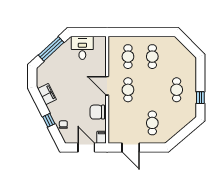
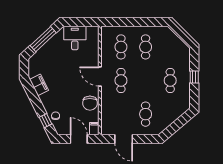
window: (200, 98) -> (194, 77), moved
chair: (97, 112) -> (90, 103), turned -90
window: (49, 120) -> (45, 121), moved

